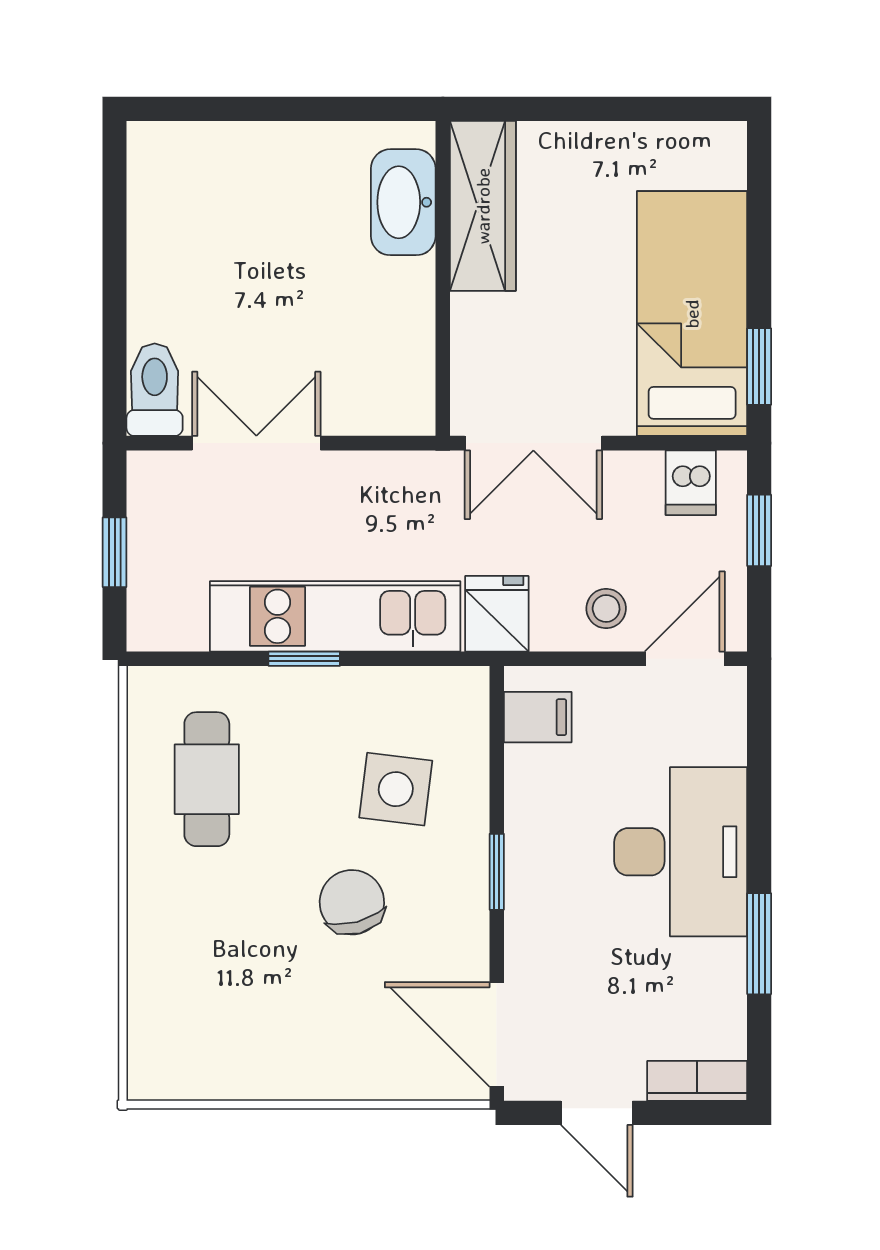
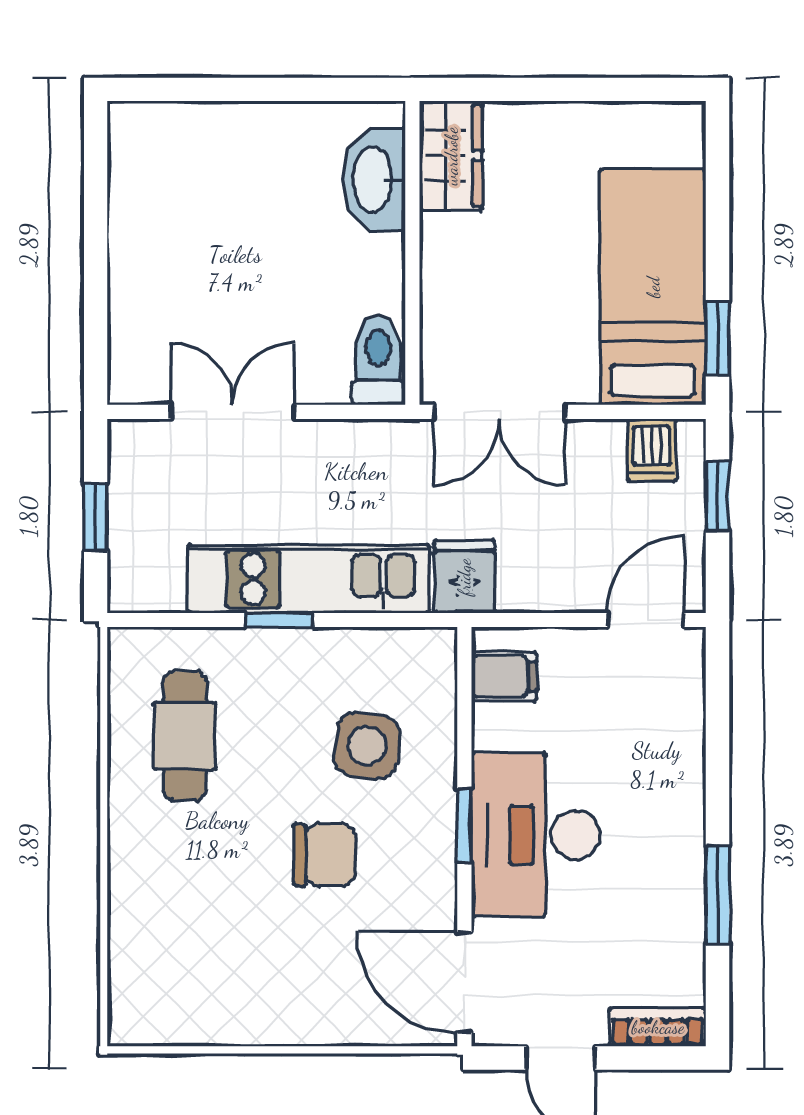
wardrobe: (483, 206) -> (451, 156), width x0.67
toilet: (155, 390) -> (378, 360), moved
stool: (606, 608) -> (570, 571), removed
desk: (681, 852) -> (535, 835), moved, turned 180
chair: (352, 902) -> (325, 855), turned 105

